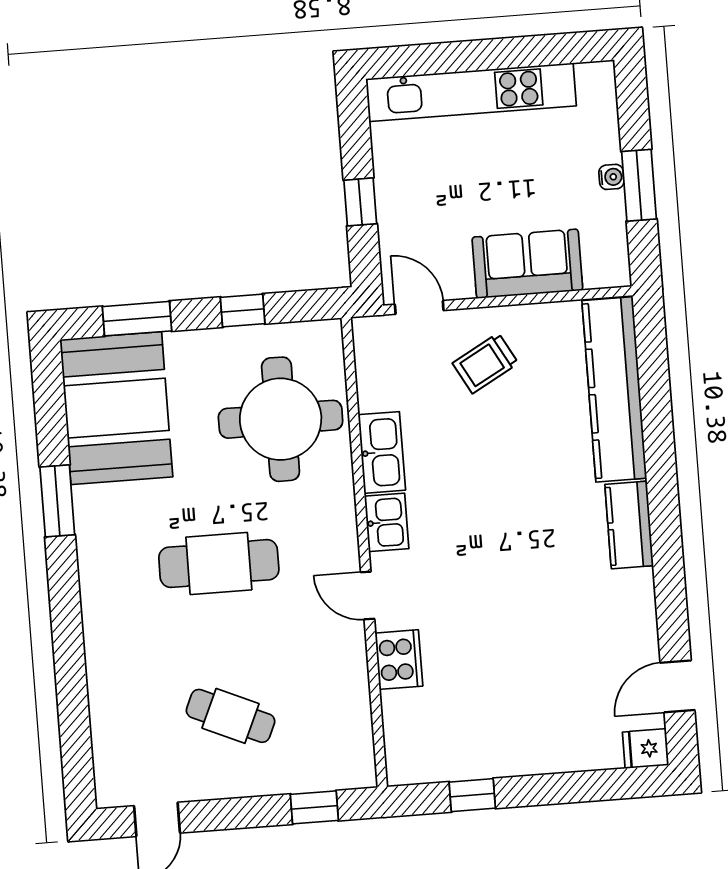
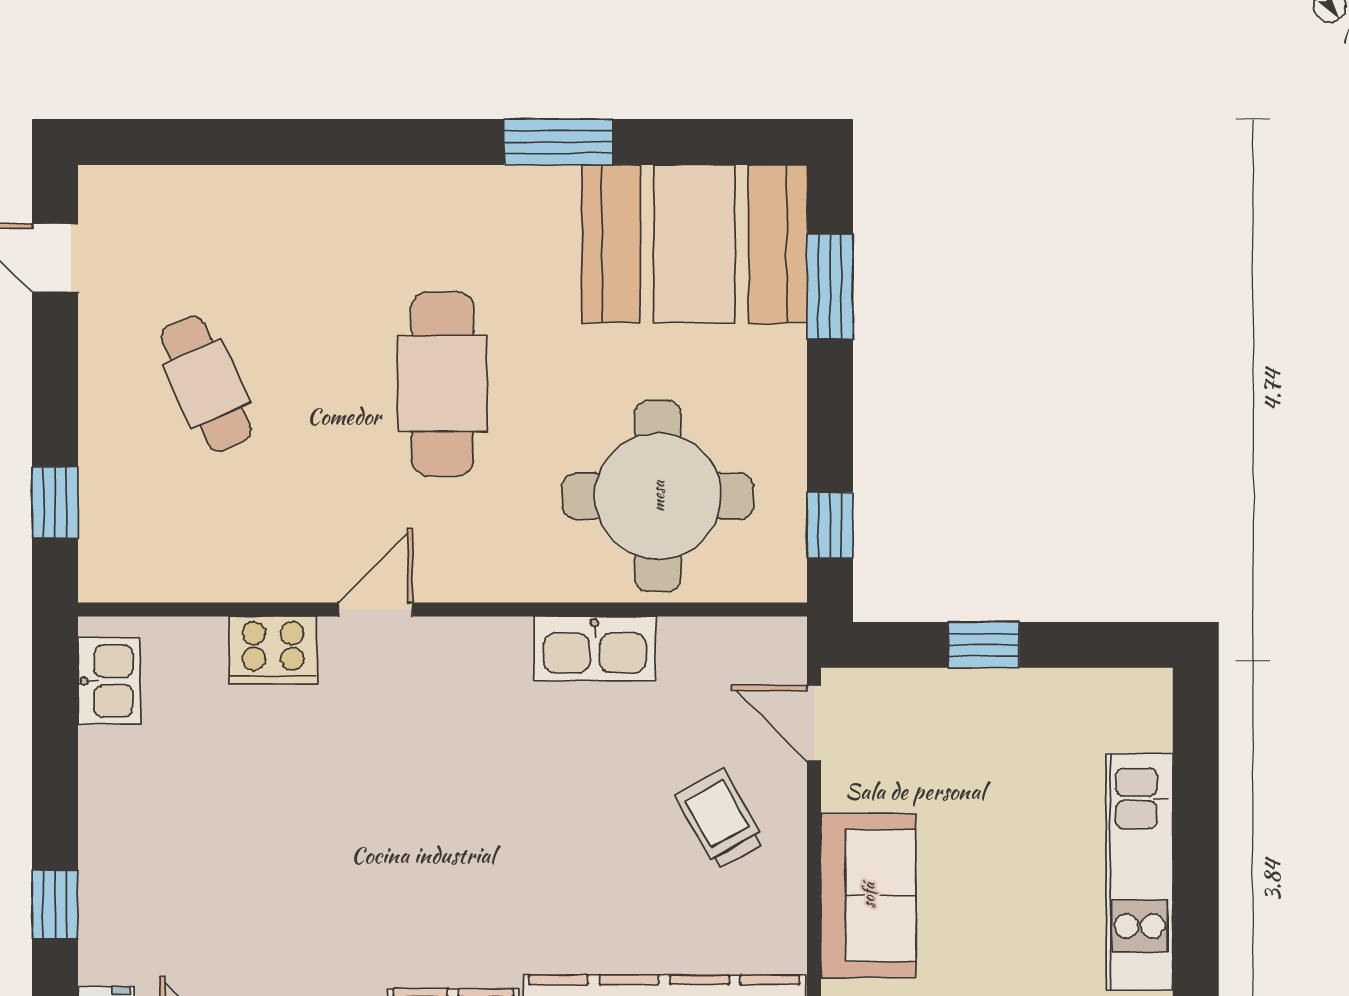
kitchen unit: (471, 92) -> (1140, 872), width x0.73
door: (419, 307) -> (814, 723), swing flipped
window: (243, 311) -> (830, 525), moved
kitchen sink: (387, 522) -> (109, 681), moved, turned -90
cafe table: (231, 716) -> (206, 384), turned -48
window: (472, 795) -> (55, 905), moved

